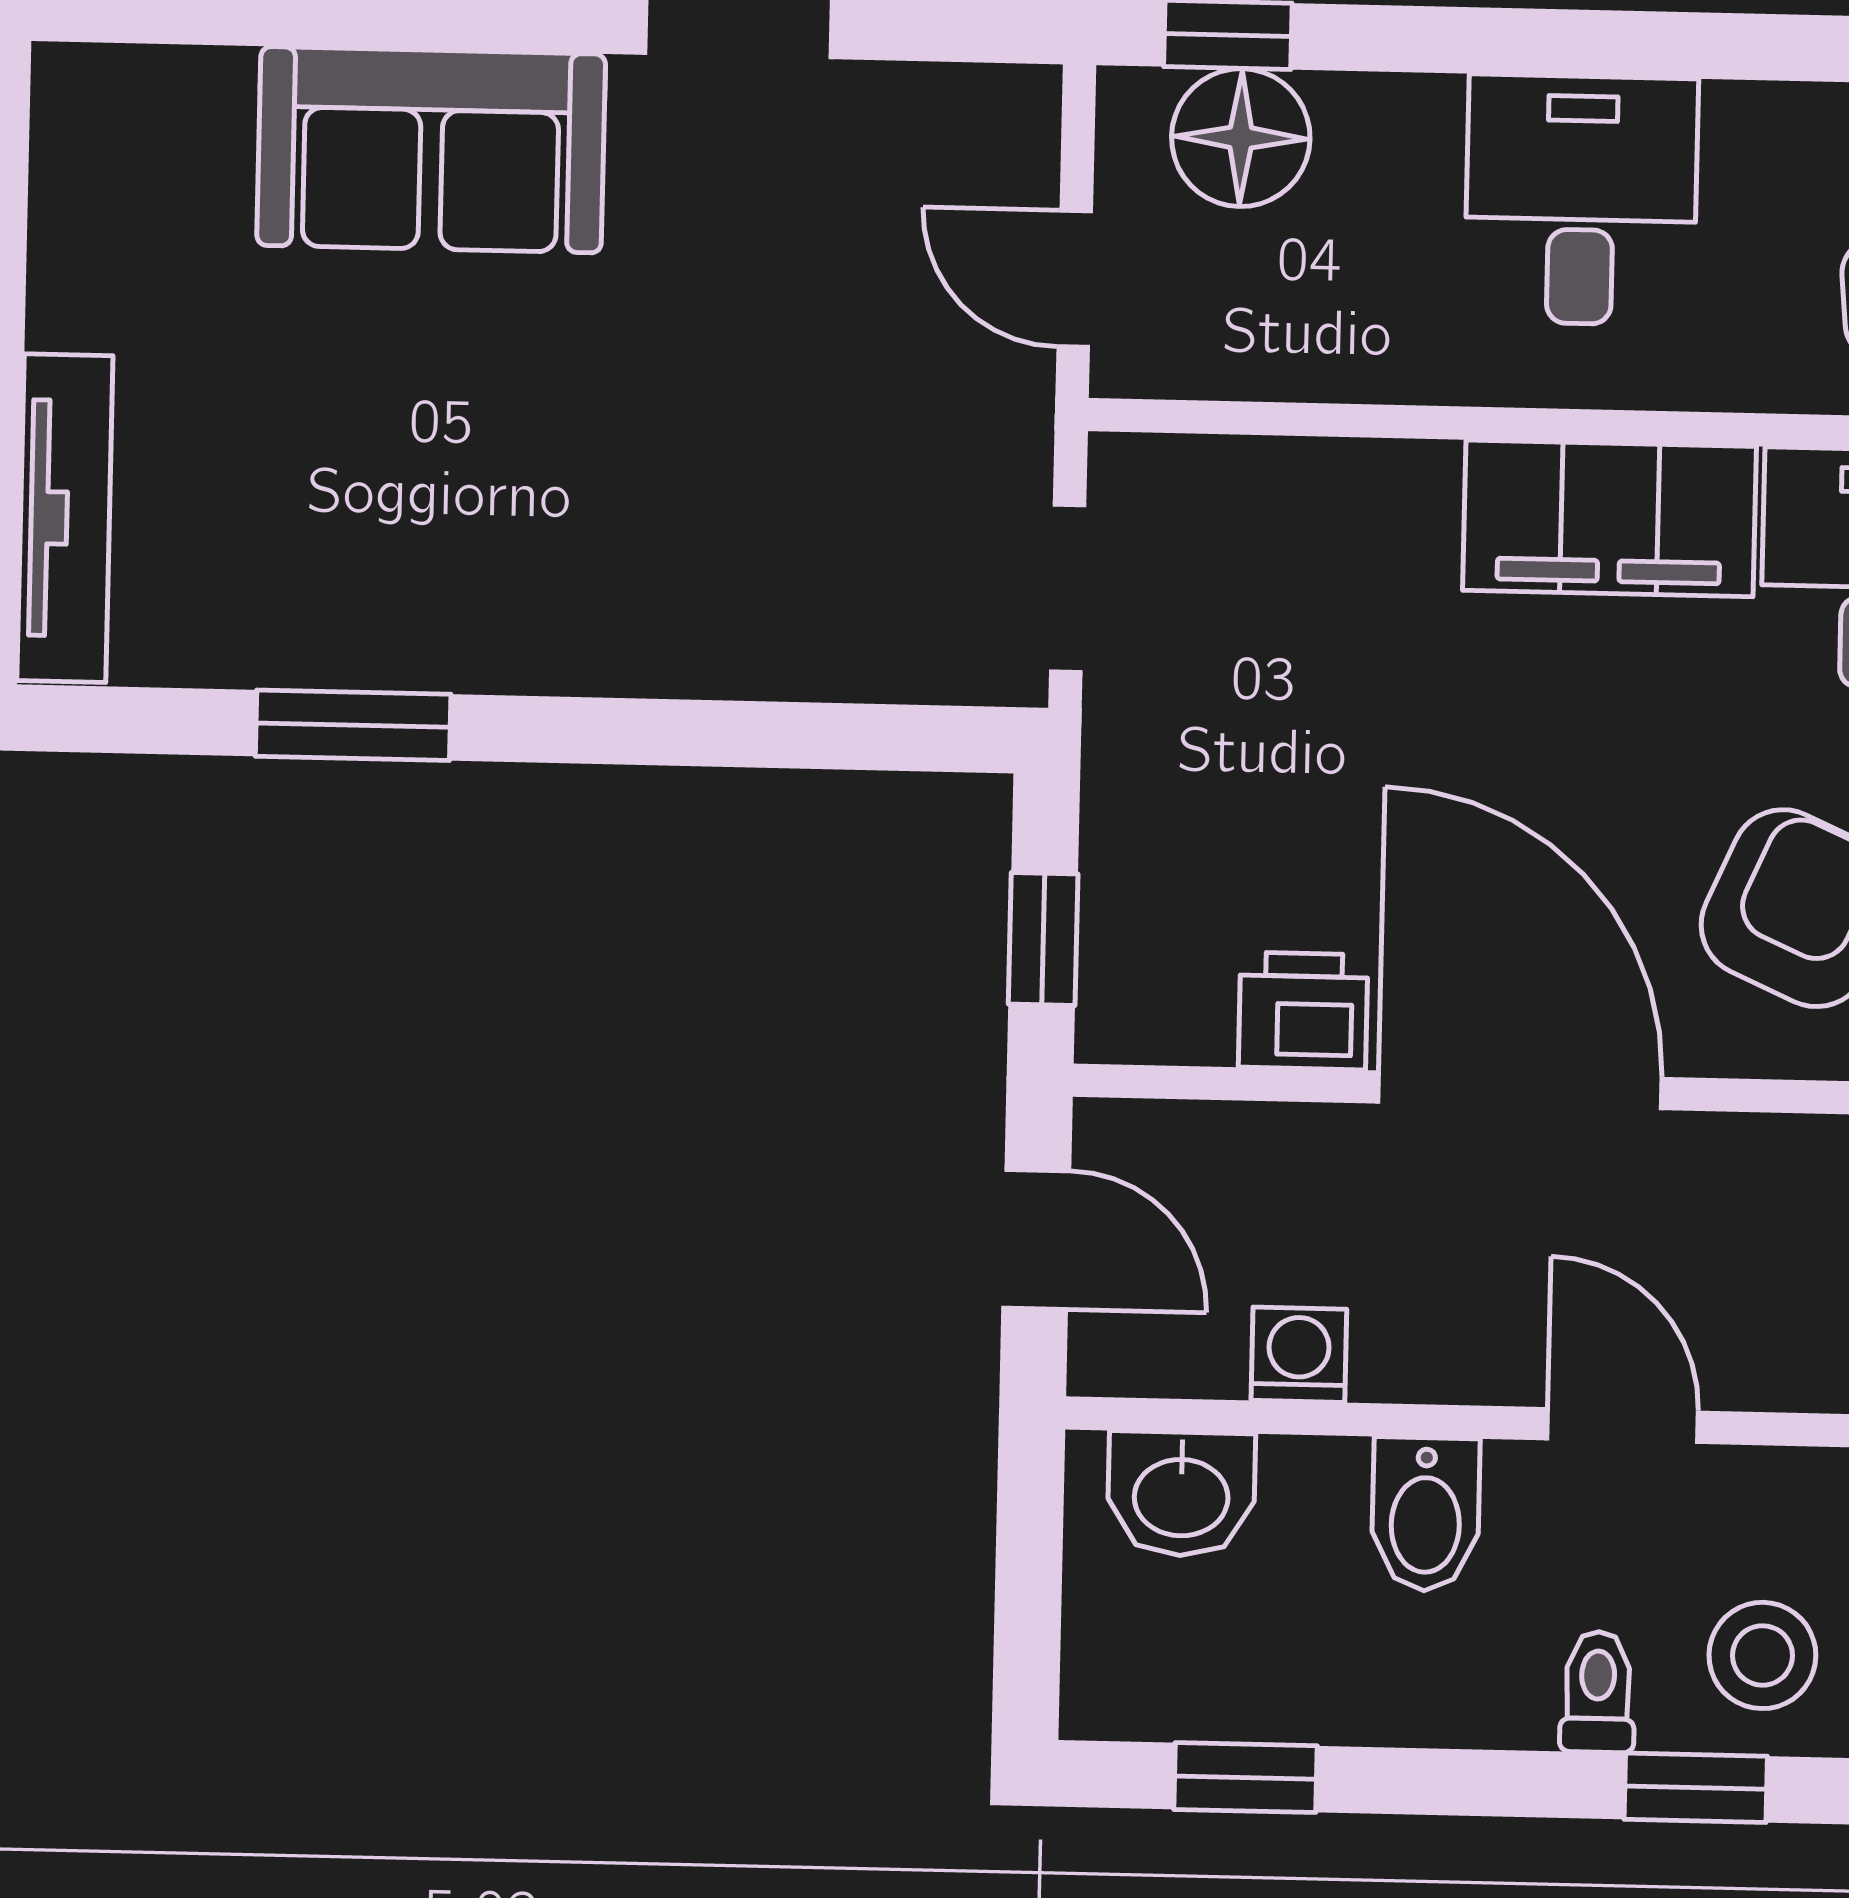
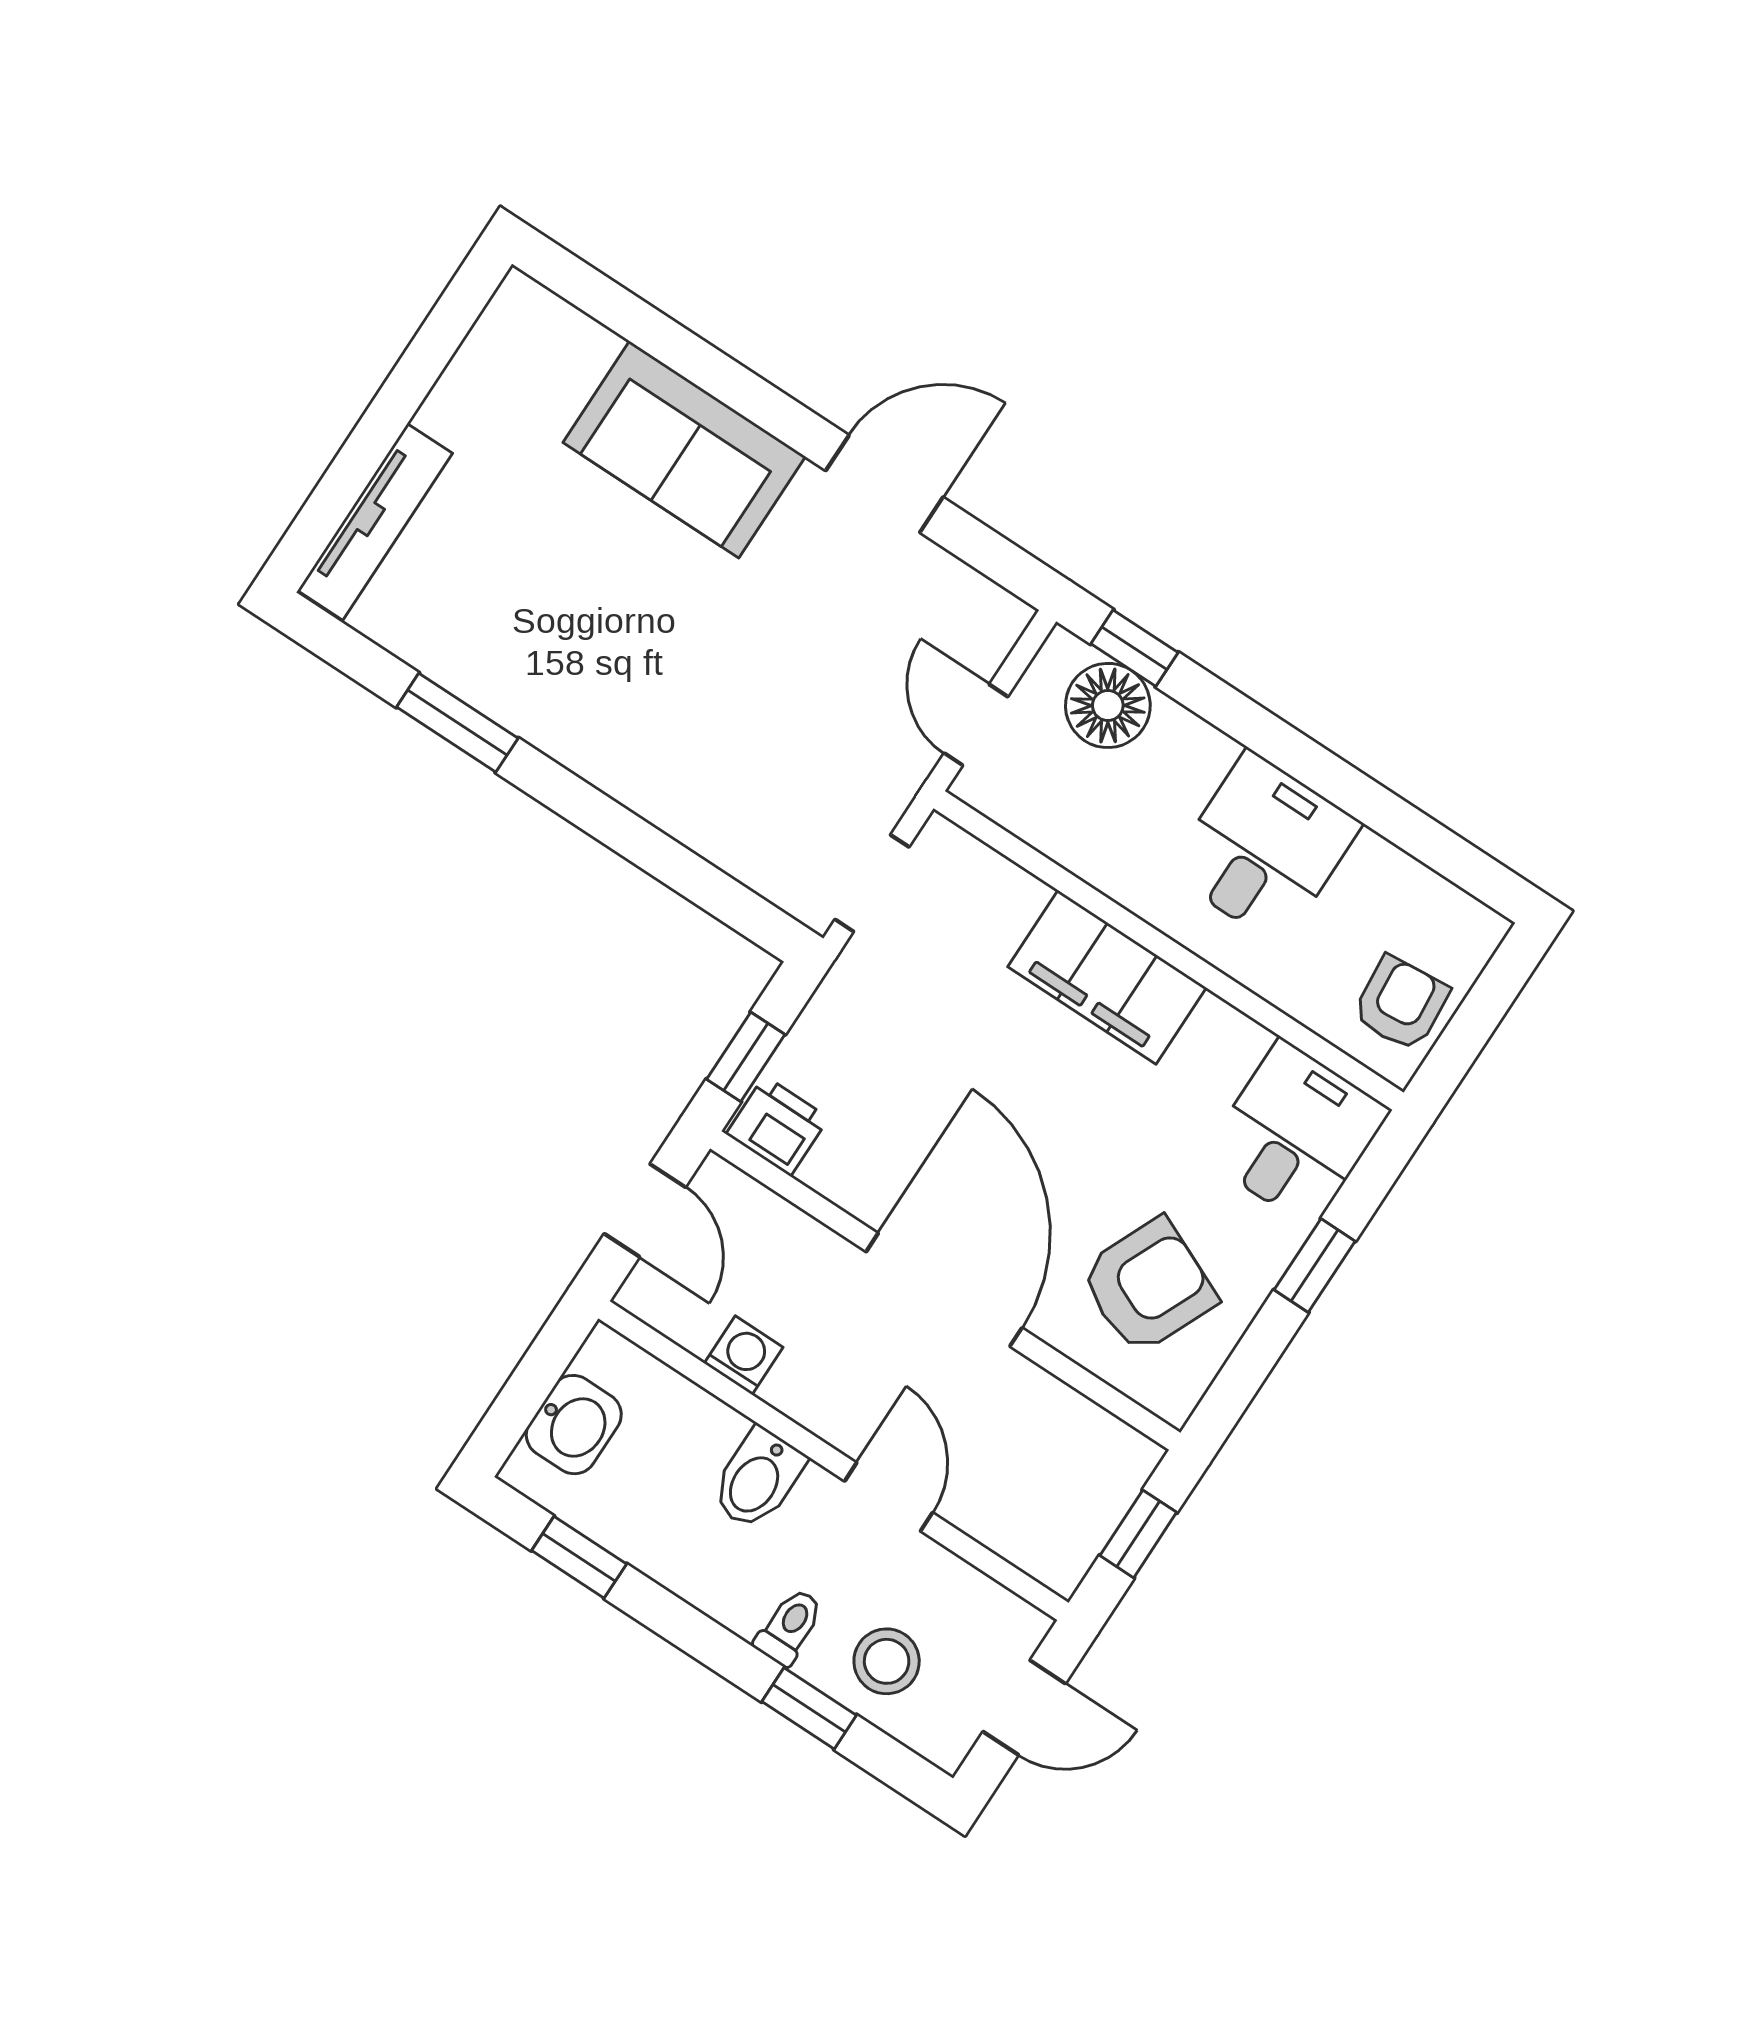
filing cabinet: (1609, 518) -> (1107, 977), moved
printer: (1303, 1011) -> (777, 1126), moved
washbasin: (1181, 1494) -> (574, 1425), moved, turned -90

